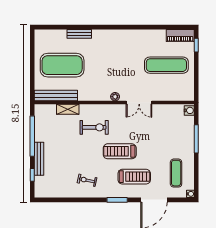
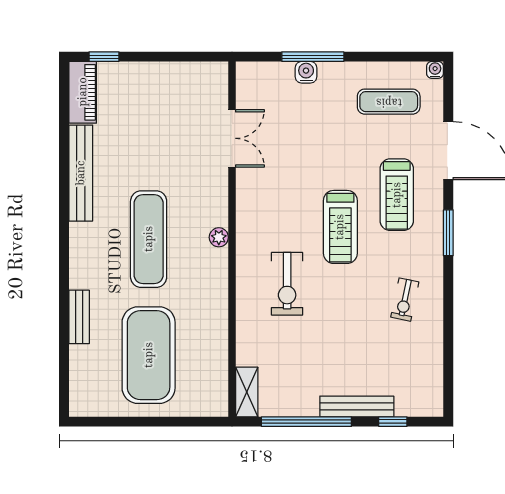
exercise mat: (166, 65) -> (149, 239), moved
bench: (56, 96) -> (81, 173), moved
double door: (139, 103) -> (232, 138), moved
shelving: (68, 109) -> (247, 392), moved
water cooler: (189, 110) -> (306, 72), moved
exercise bike: (94, 127) -> (287, 284), turned 180
treadmill: (134, 177) -> (397, 195), turned 180

